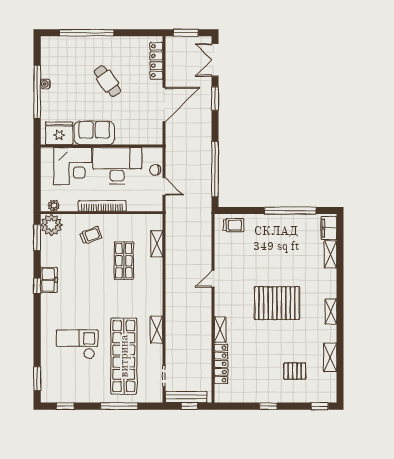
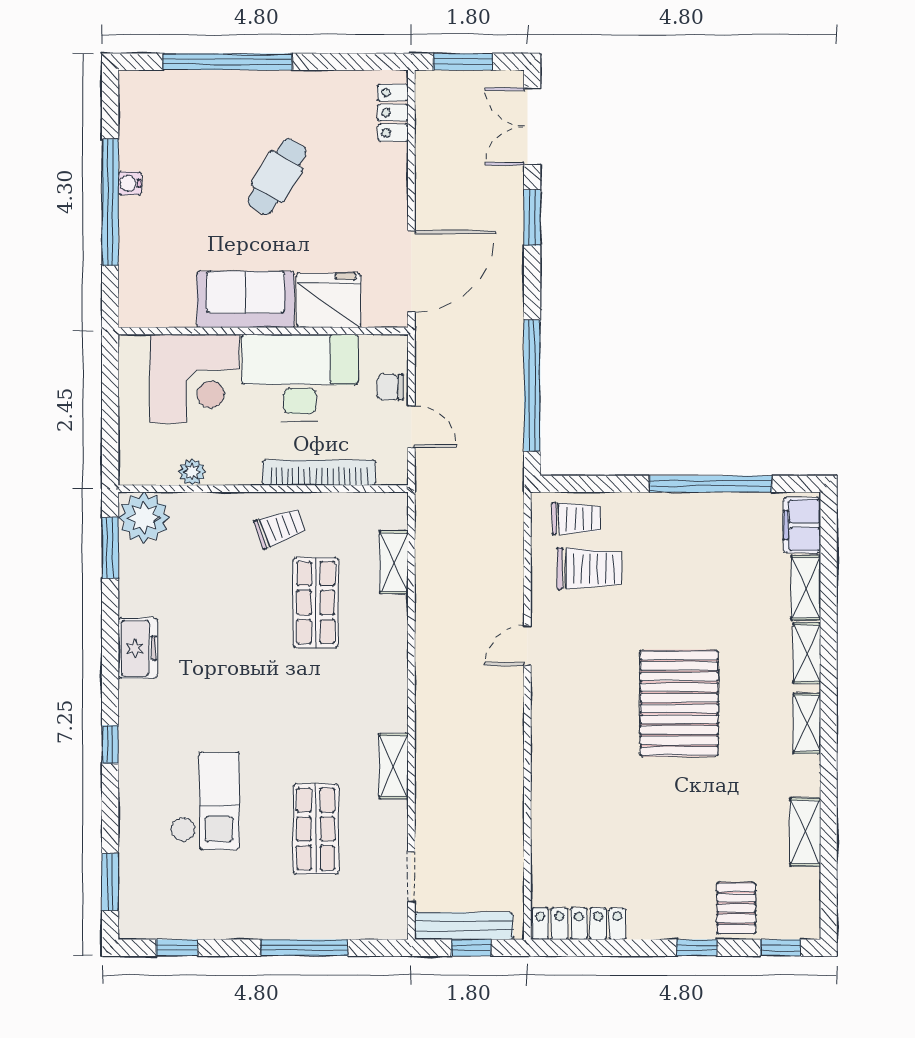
locker: (156, 61) -> (393, 113), width x0.66
cafe table: (107, 81) -> (277, 177), turned 67
door: (164, 105) -> (411, 271), moved
fridge: (59, 133) -> (329, 300), moved
plant: (54, 206) -> (192, 472), moved
bookcase: (102, 206) -> (319, 473), moved
trolley: (91, 235) -> (280, 528), moved
trolley: (239, 246) -> (589, 569), added
window: (37, 286) -> (110, 744), moved
pallet: (277, 303) -> (679, 703), turned 90
shelving: (220, 330) -> (807, 653), moved
checkout: (77, 344) -> (205, 801), turned 90
shop shelf: (124, 356) -> (316, 829), width x0.50, depth x0.74
locker: (221, 364) -> (579, 924), moved, turned -90
pallet: (295, 371) -> (736, 908), moved, turned 90
window: (268, 406) -> (697, 948), moved

